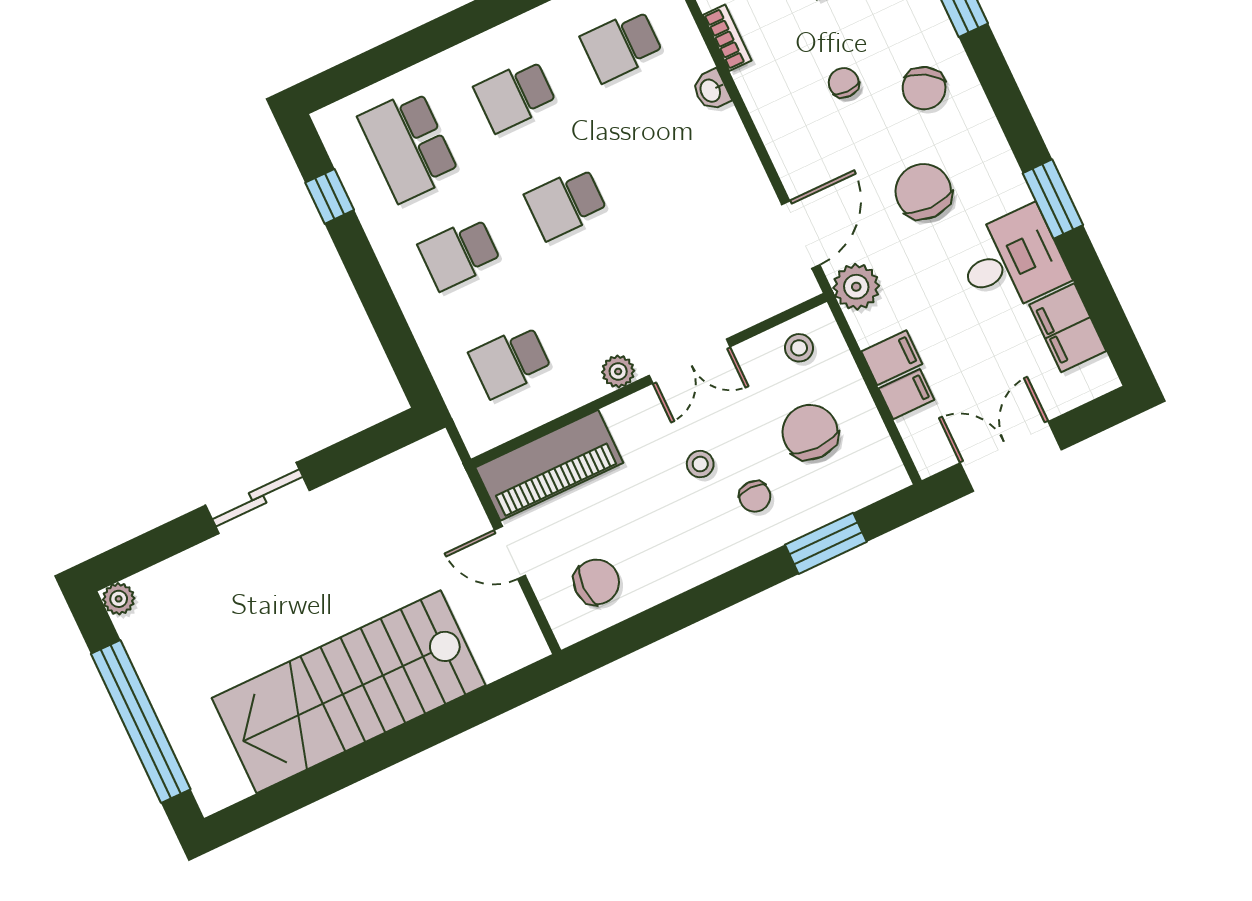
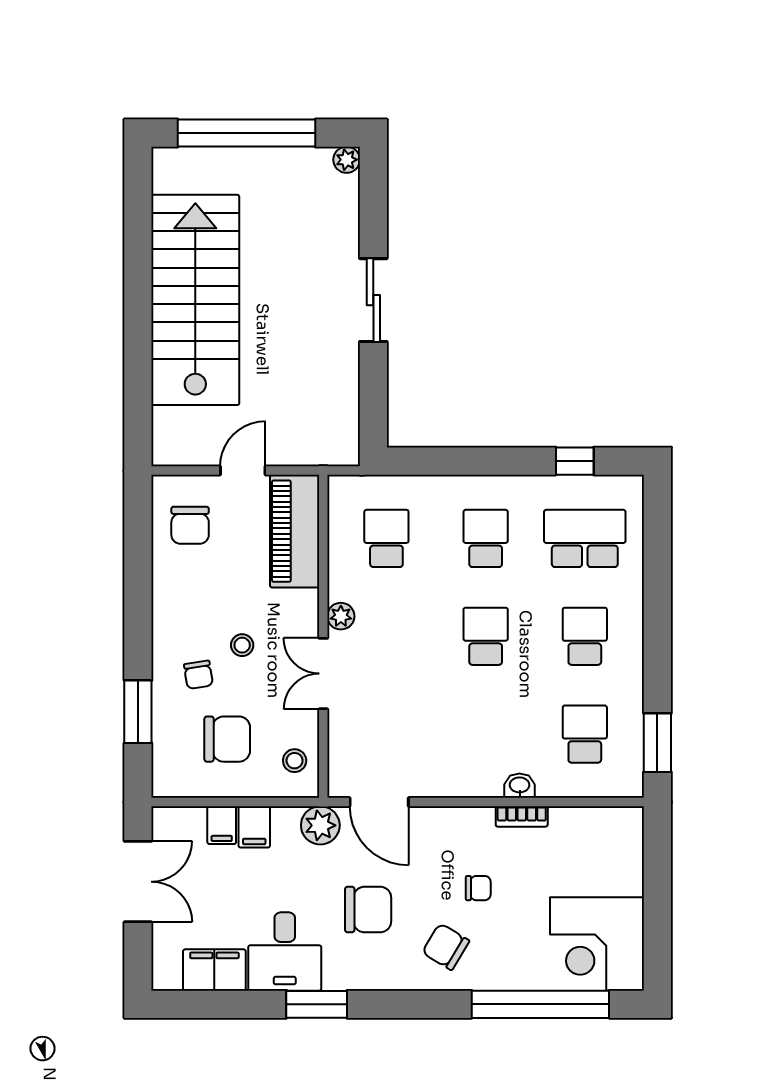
bookcase: (727, 38) -> (522, 816), moved
chair: (755, 496) -> (198, 675), turned -99

